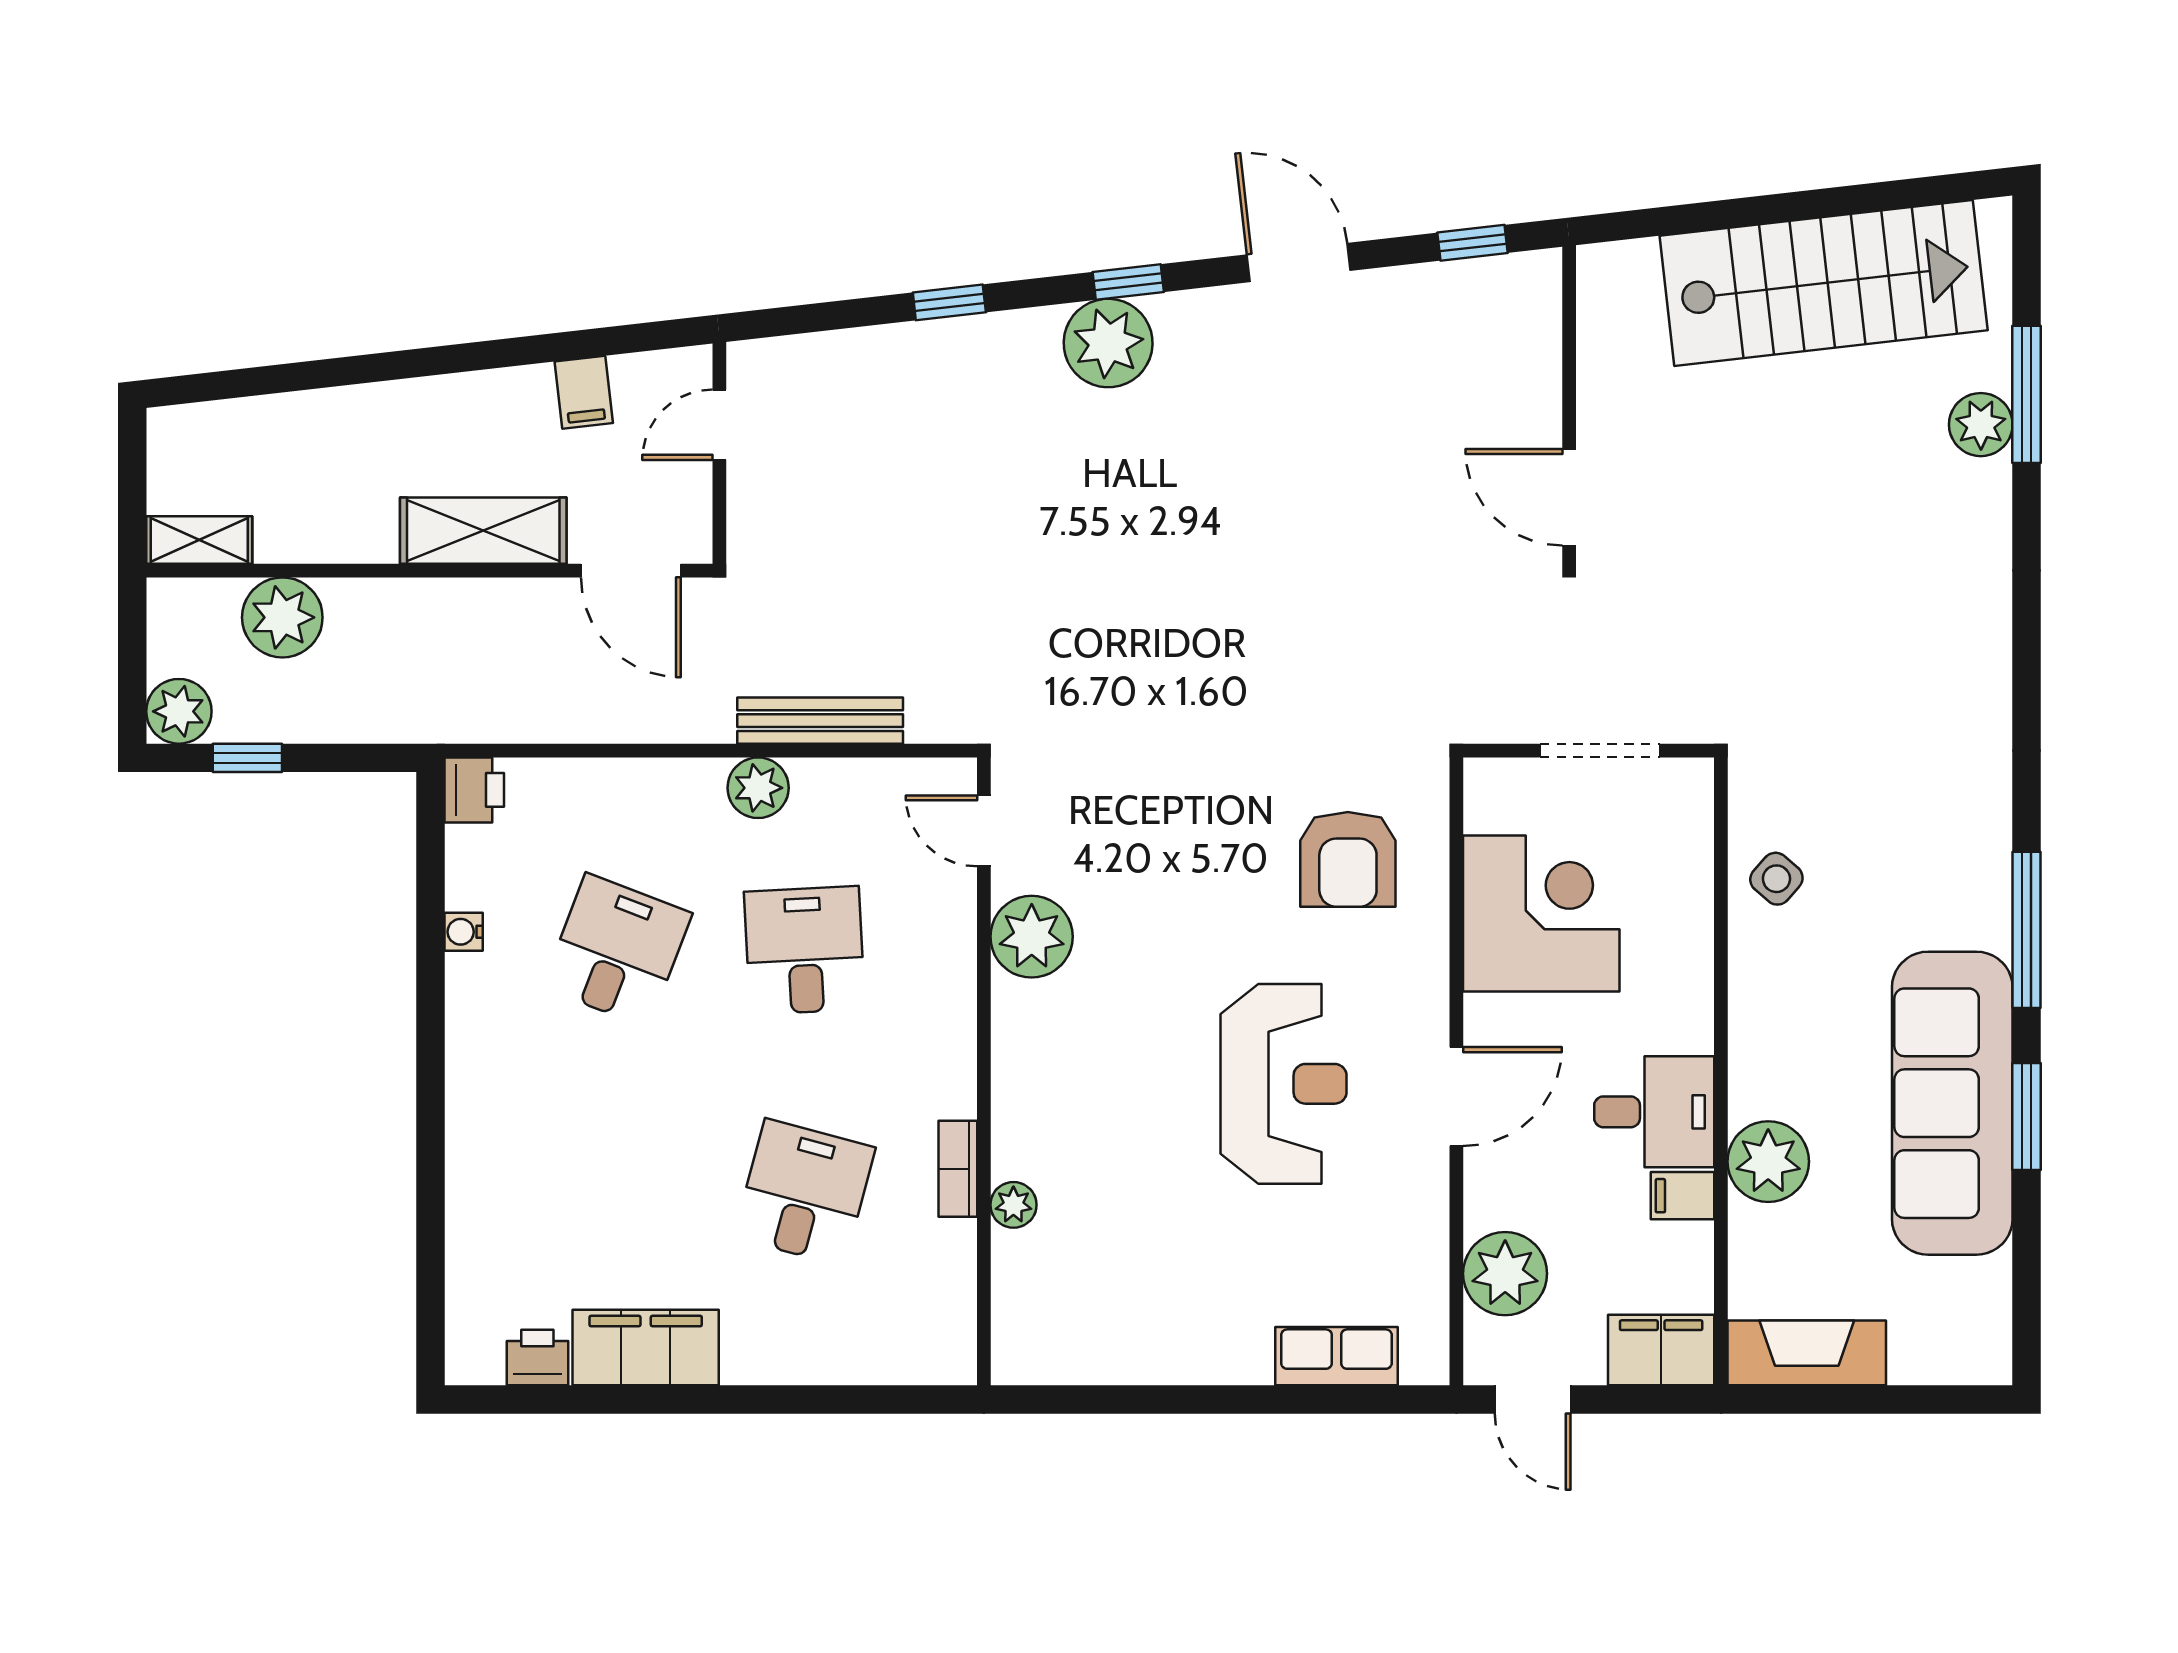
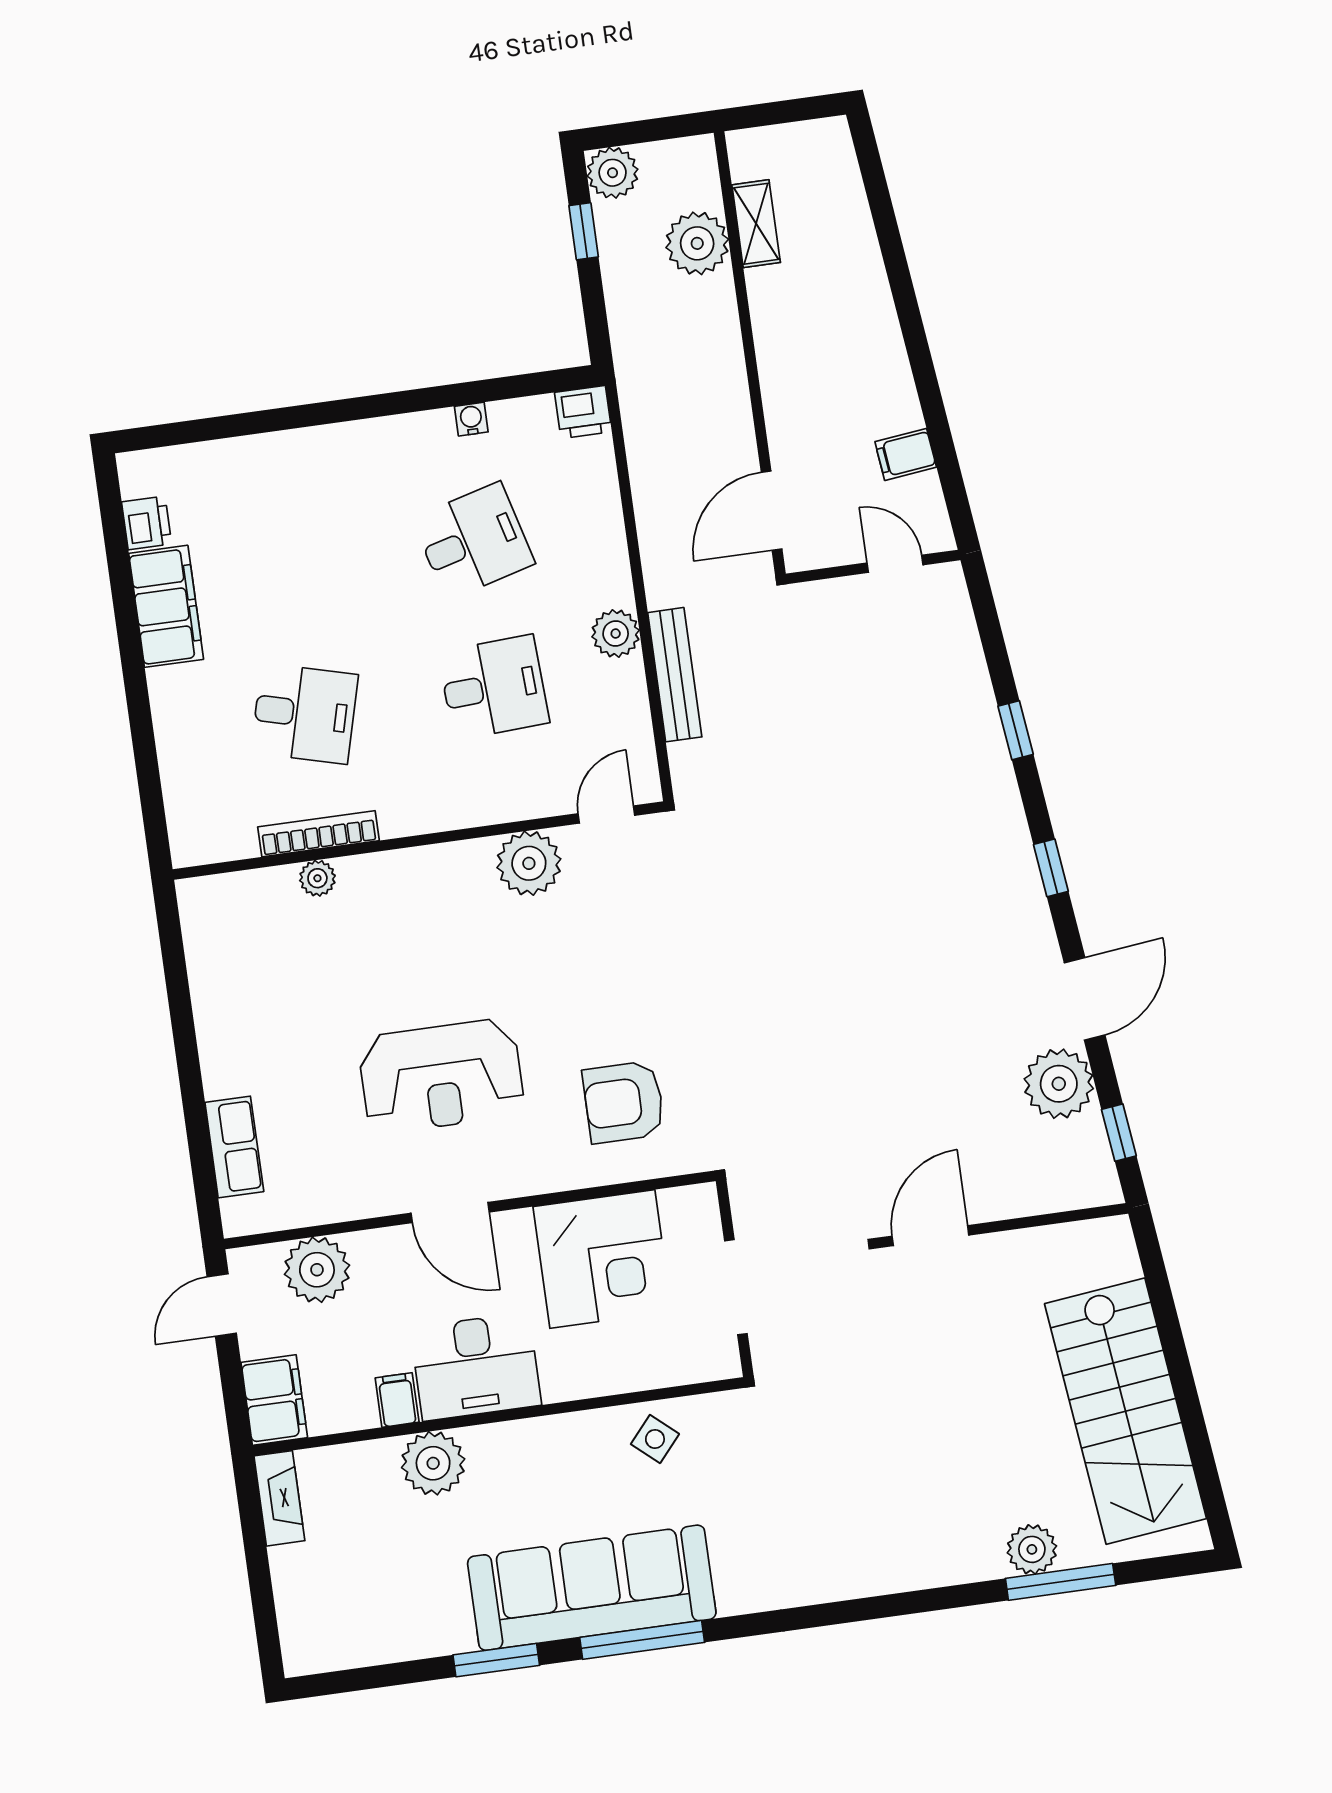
plant: (1108, 343) -> (1059, 1084), moved
shelving: (483, 531) -> (787, 391), removed
shelving: (199, 540) -> (756, 224), moved
desk: (617, 950) -> (473, 541), turned -36
sofa: (1952, 1103) -> (592, 1588), moved
desk: (1654, 1112) -> (476, 1367), width x1.37
bookcase: (958, 1169) -> (318, 834), width x1.56
fireplace: (1807, 1353) -> (279, 1498), width x0.73, depth x0.76

